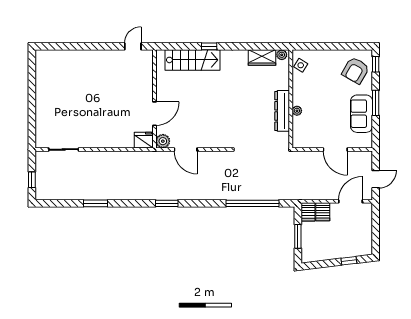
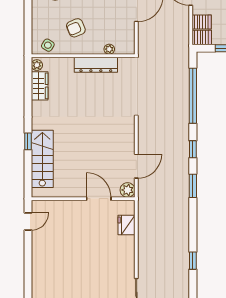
door: (133, 46) -> (28, 221), swing flipped
armchair: (317, 92) -> (76, 28), added
plant: (297, 111) -> (109, 49), moved
fridge: (144, 140) -> (127, 225), moved
window: (95, 203) -> (193, 261), width x0.67
window: (202, 203) -> (193, 149), added

